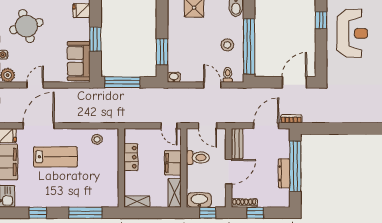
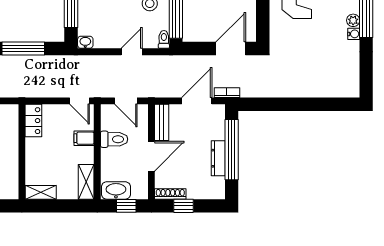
toilet: (228, 75) -> (164, 39), moved
door: (212, 85) -> (132, 52), hinge flipped
locker: (131, 157) -> (33, 121), moved
filing cabinet: (173, 163) -> (84, 138), width x0.50

